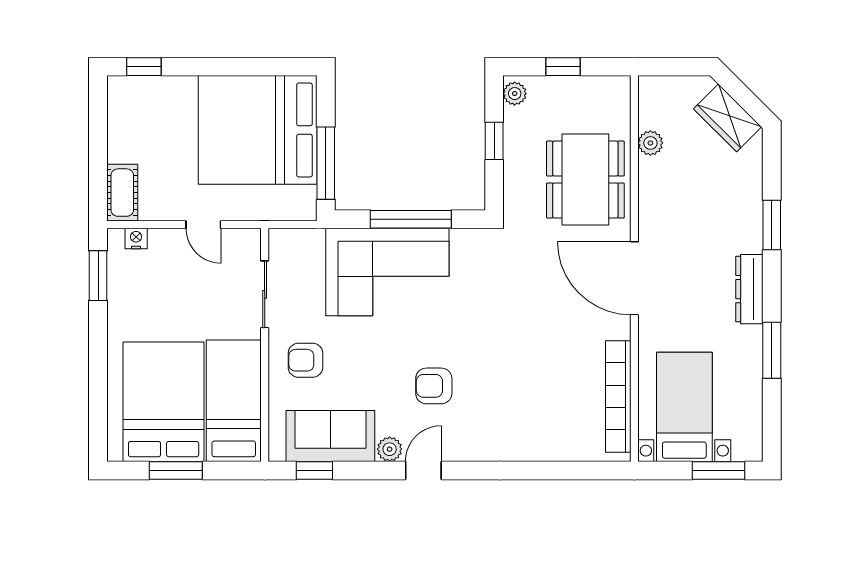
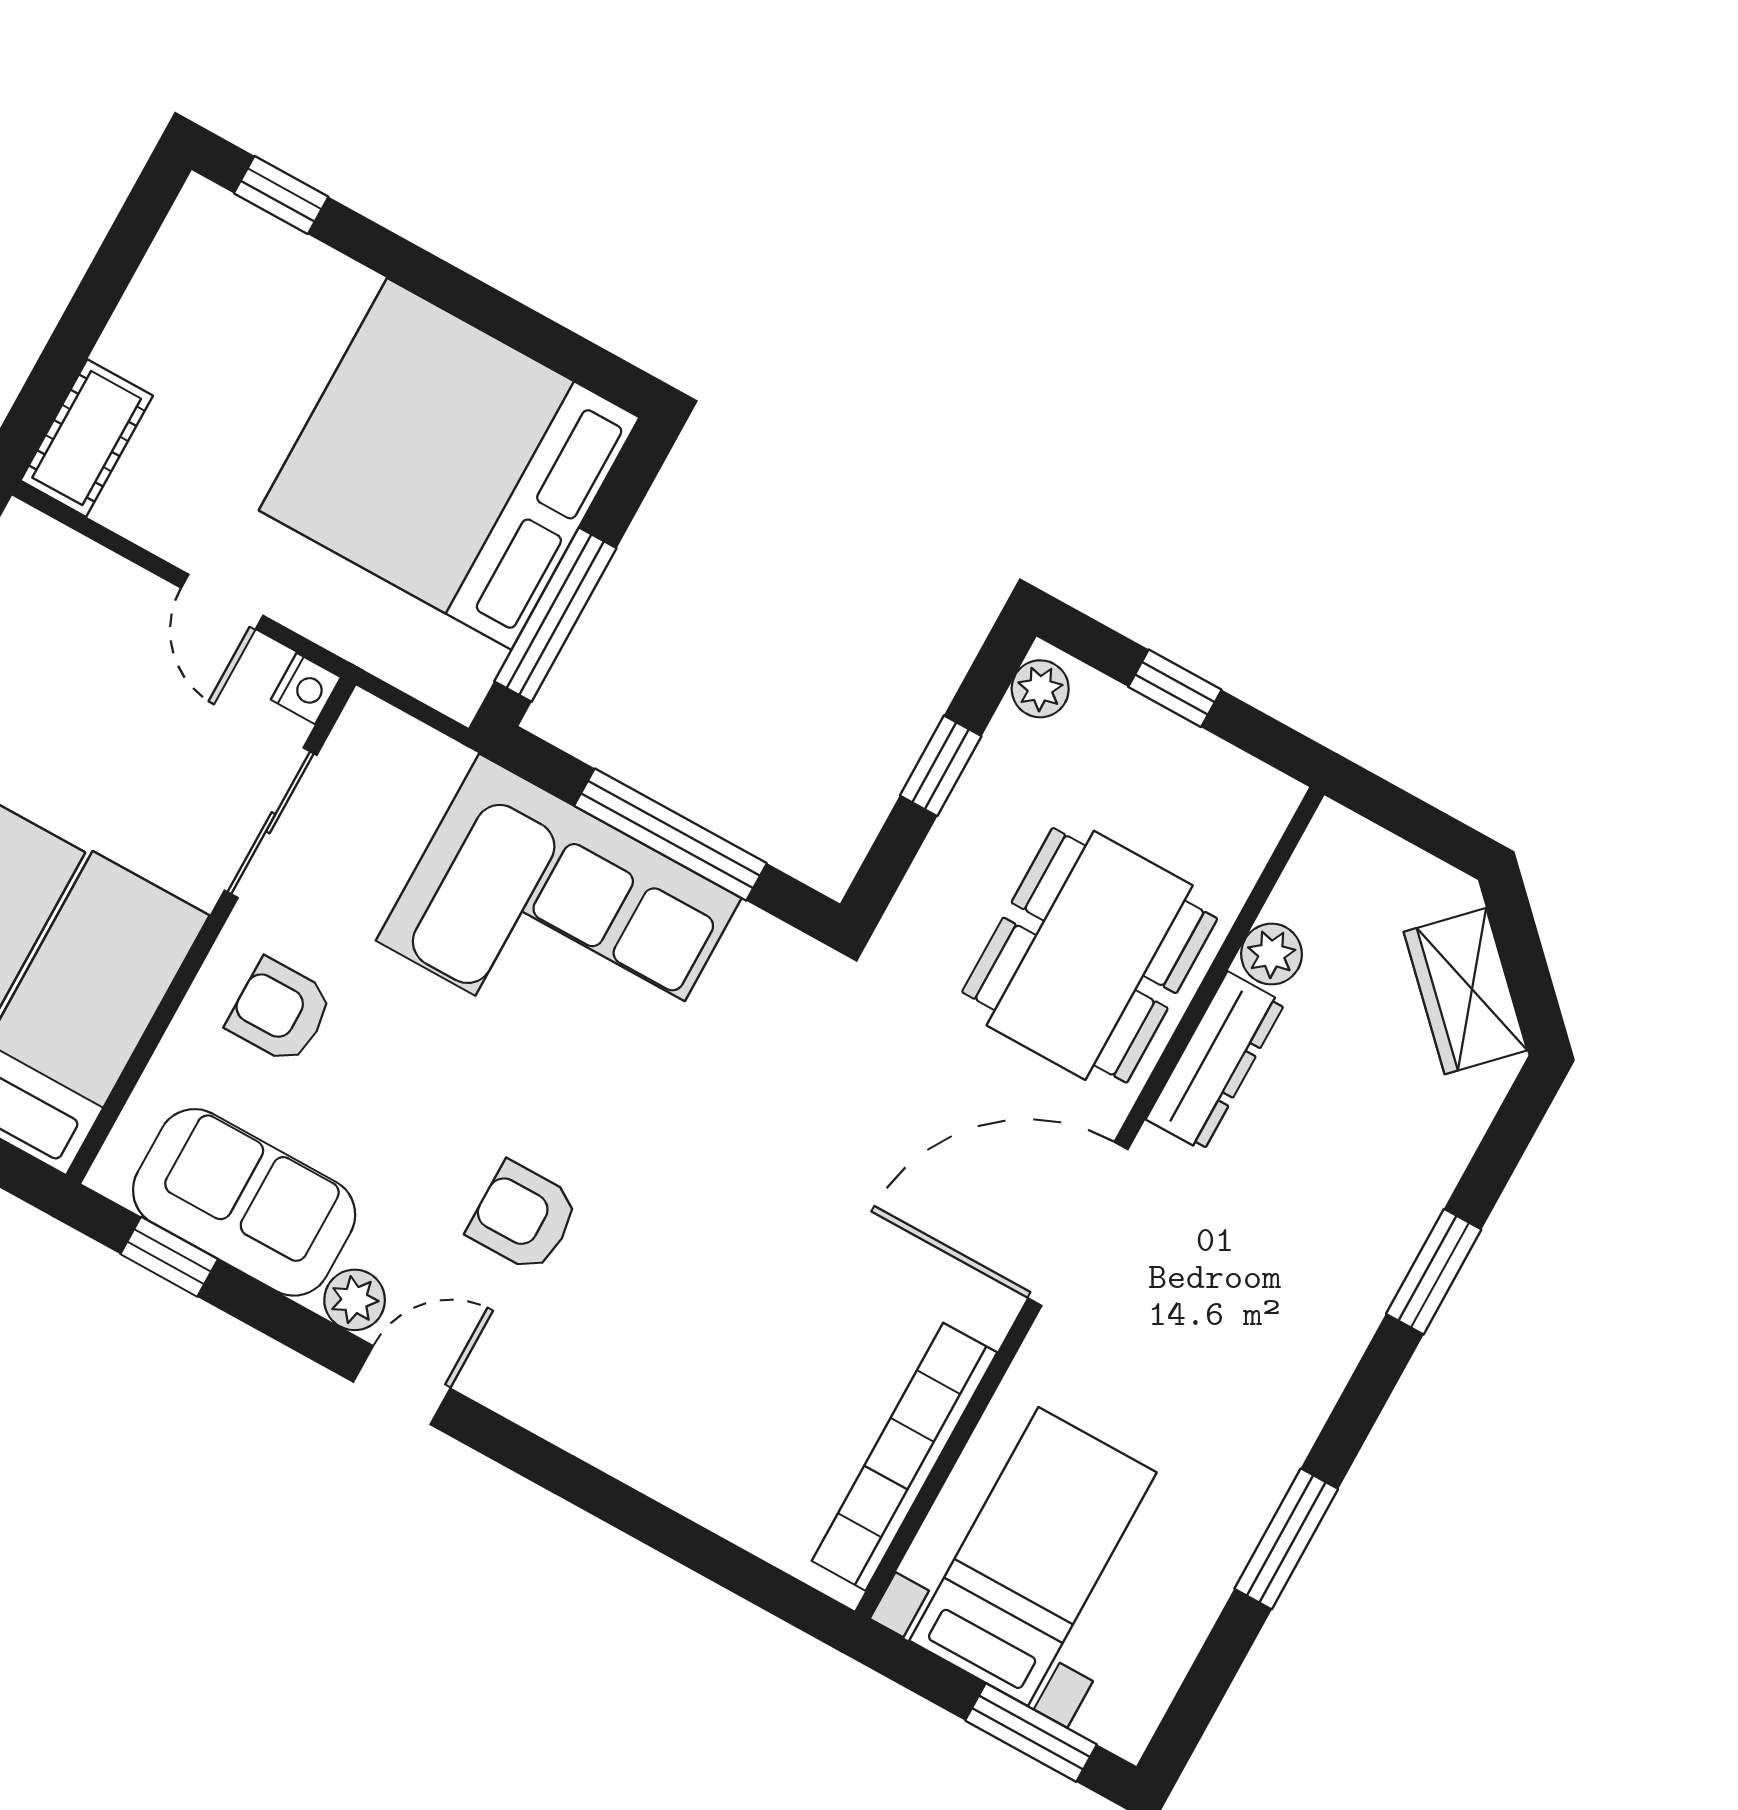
nightstand: (136, 238) -> (306, 688), moved, turned 90
door: (634, 278) -> (1078, 1224), hinge flipped
dresser: (749, 289) -> (1215, 1061), moved, turned 180

